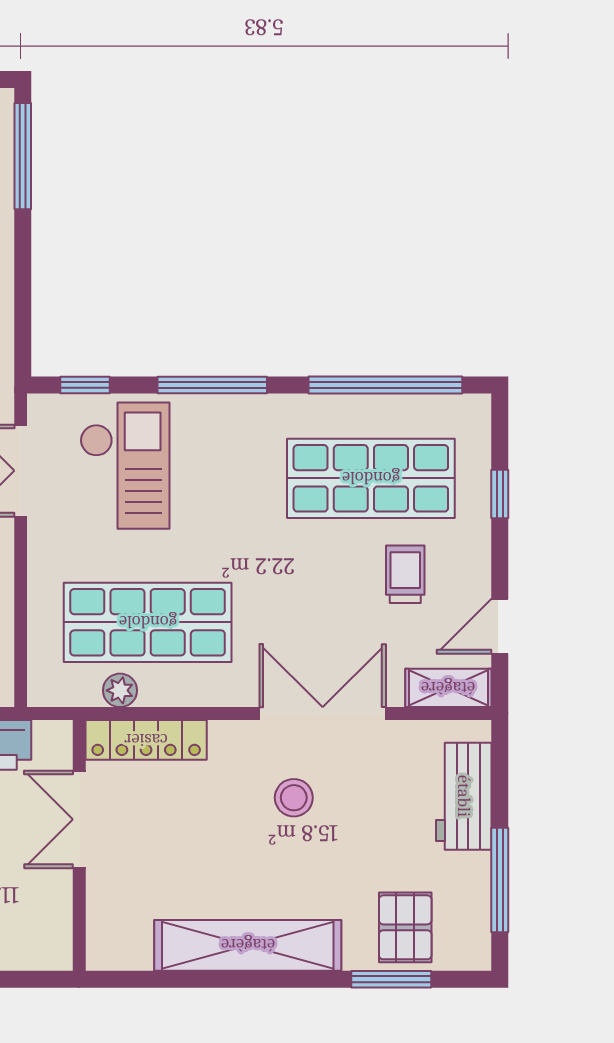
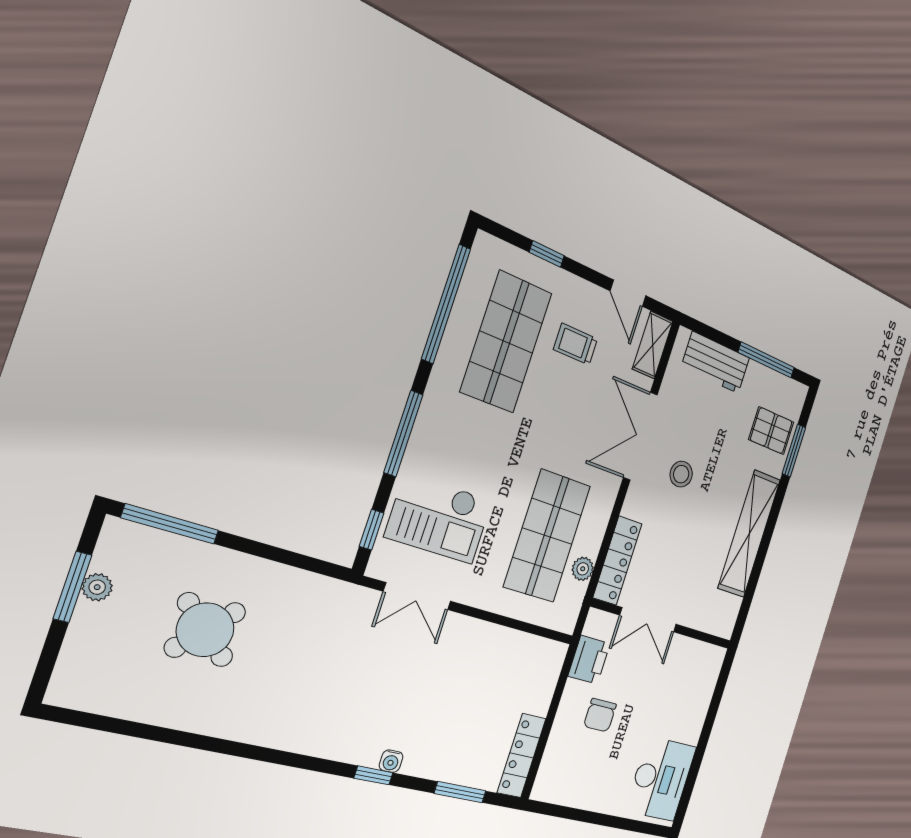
checkout: (125, 466) -> (439, 518), turned 180

